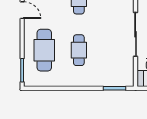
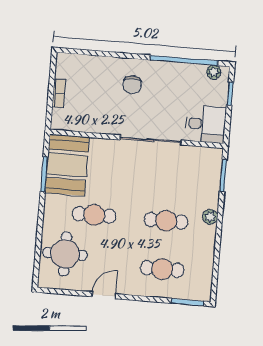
cafe table: (44, 50) -> (162, 269), width x0.73, depth x0.74
plant: (84, 81) -> (210, 217), added

